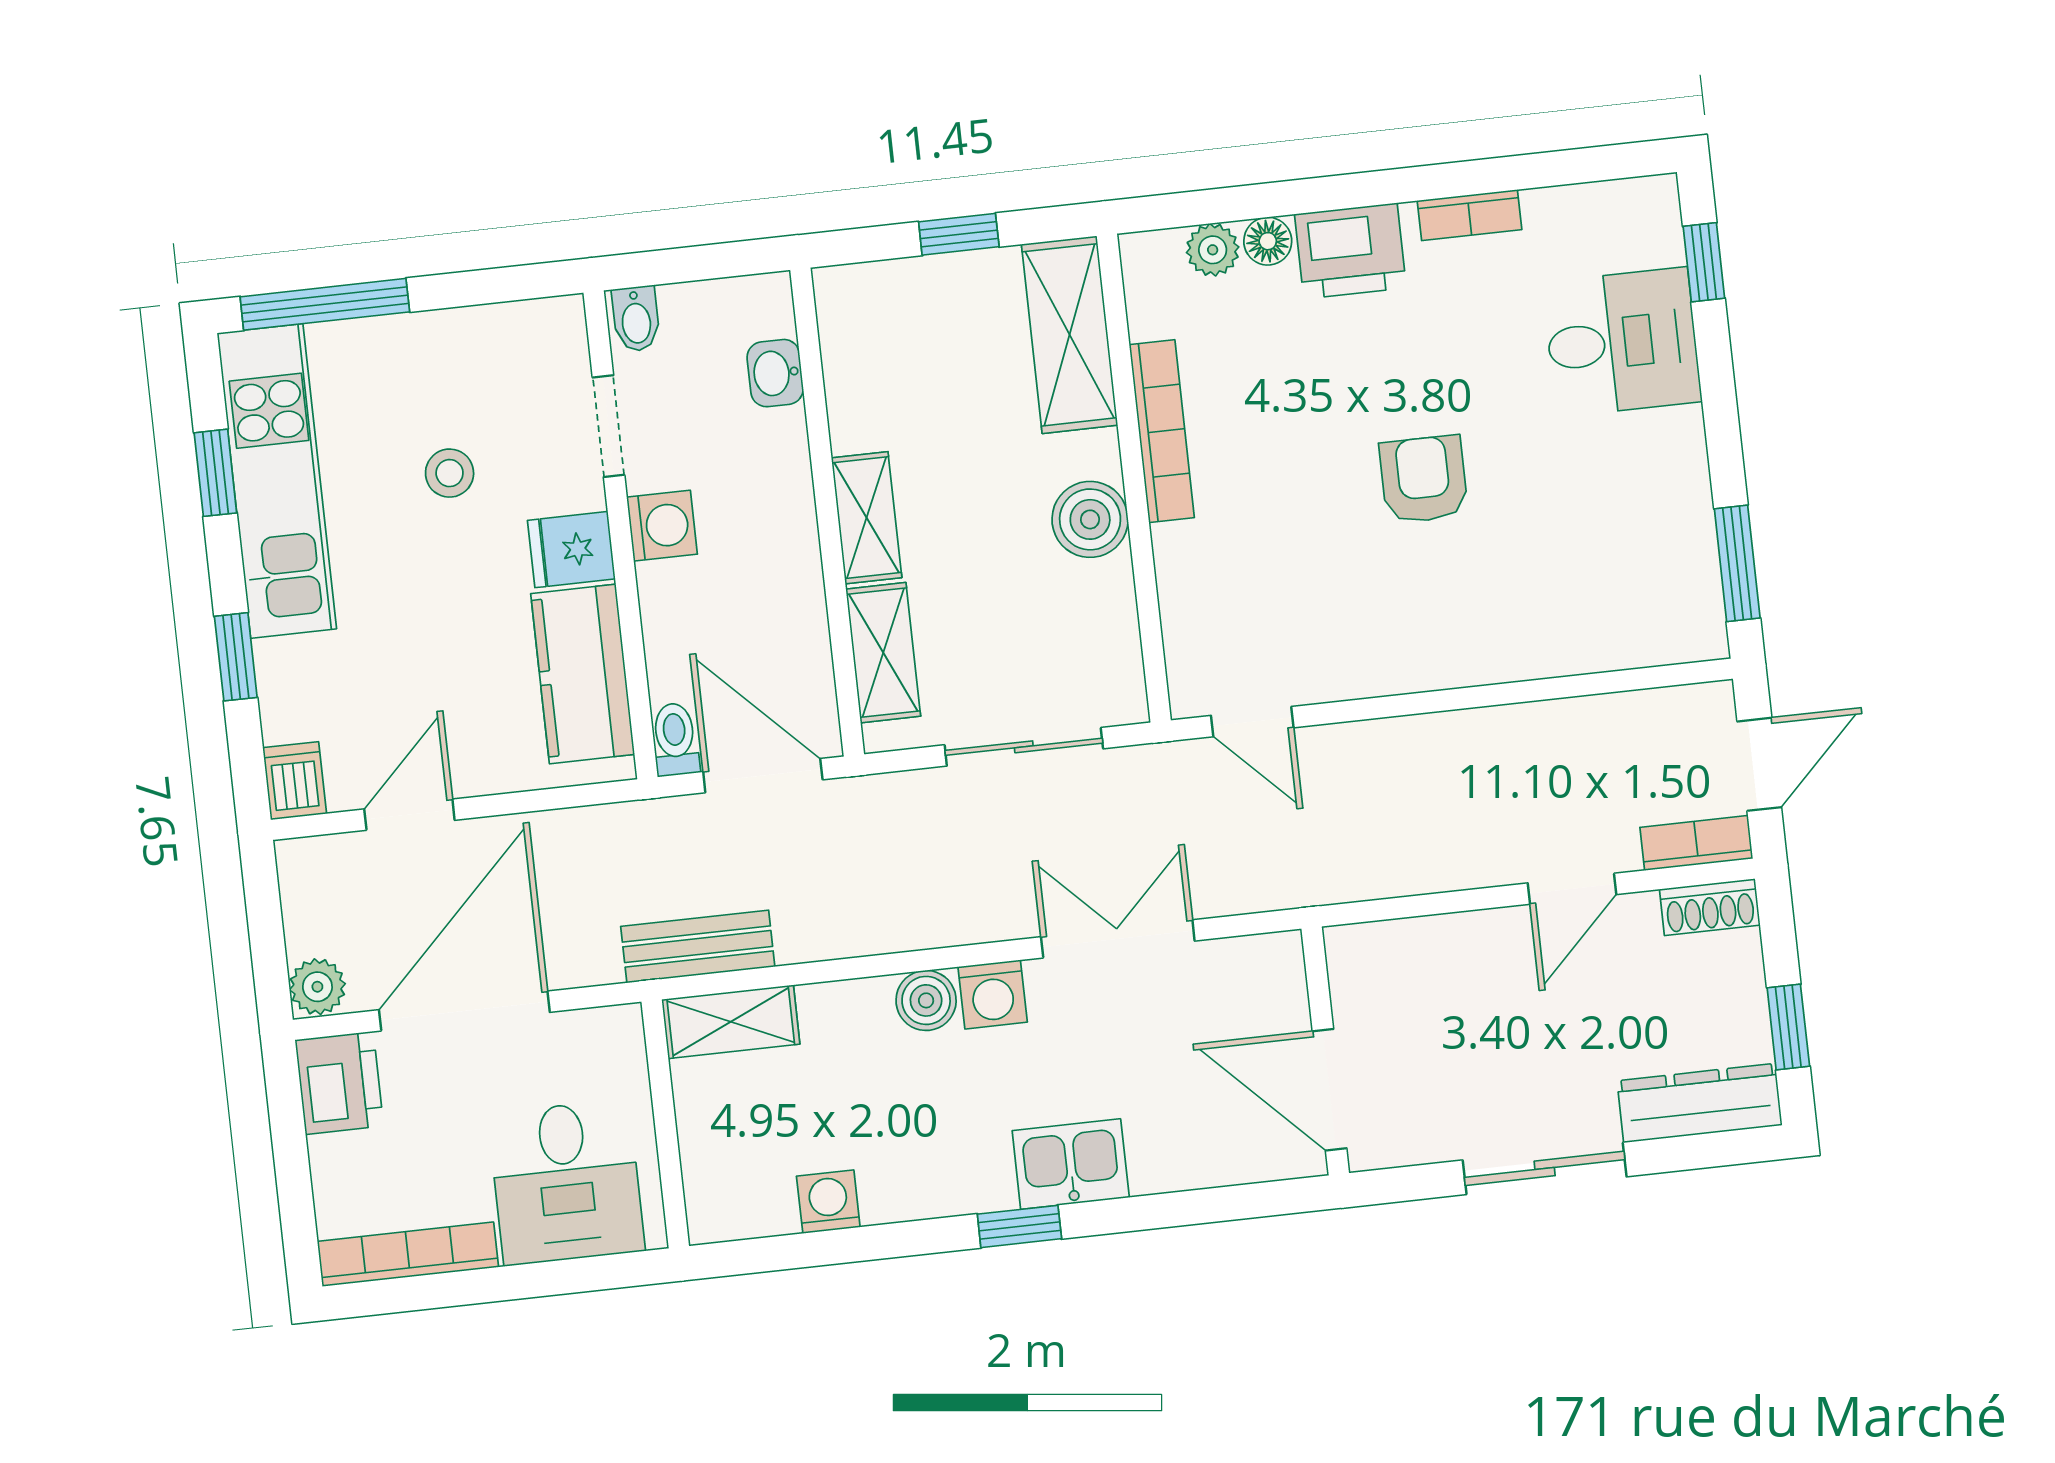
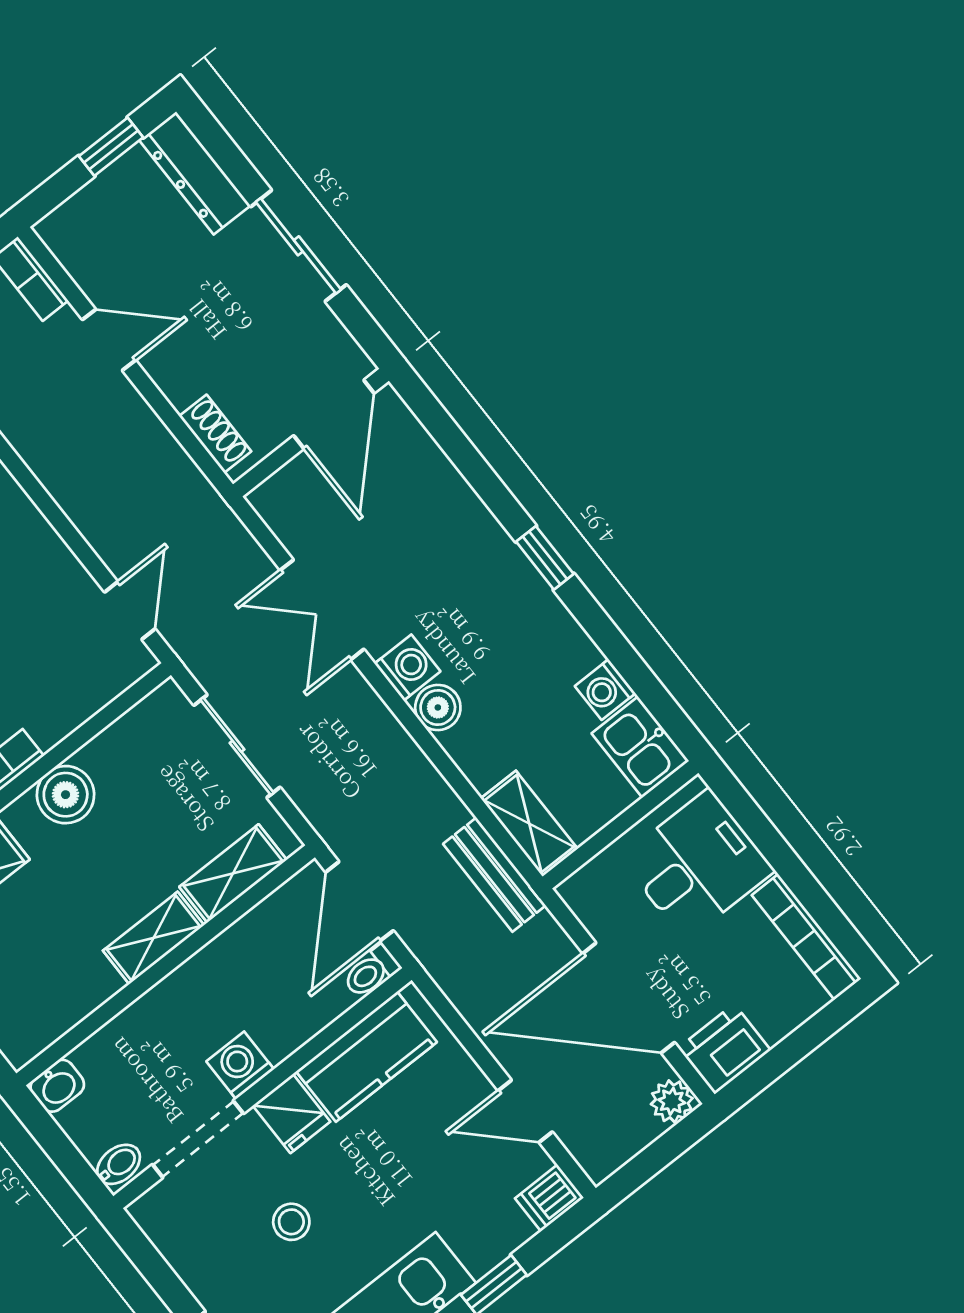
washbasin: (775, 373) -> (57, 1086), moved
doorway: (608, 426) -> (198, 1139), width x1.38
shoe rack: (1710, 907) -> (215, 434), moved
kitchen sink: (1071, 1164) -> (640, 747), moved

